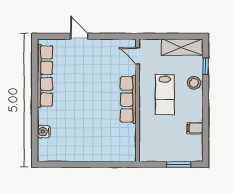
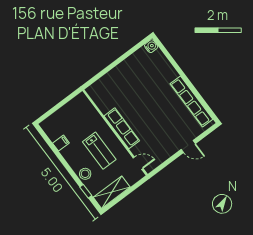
lab bench: (165, 95) -> (99, 151), turned 180
water cooler: (44, 132) -> (151, 46), moved
window: (179, 164) -> (54, 110), removed

